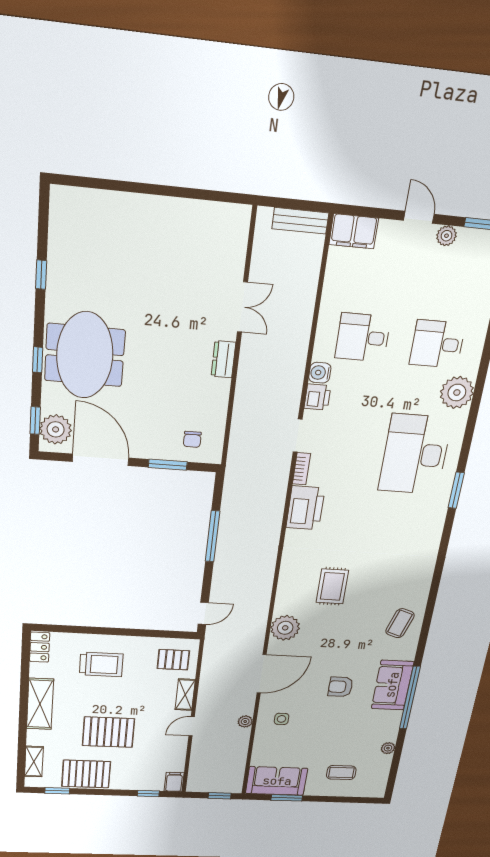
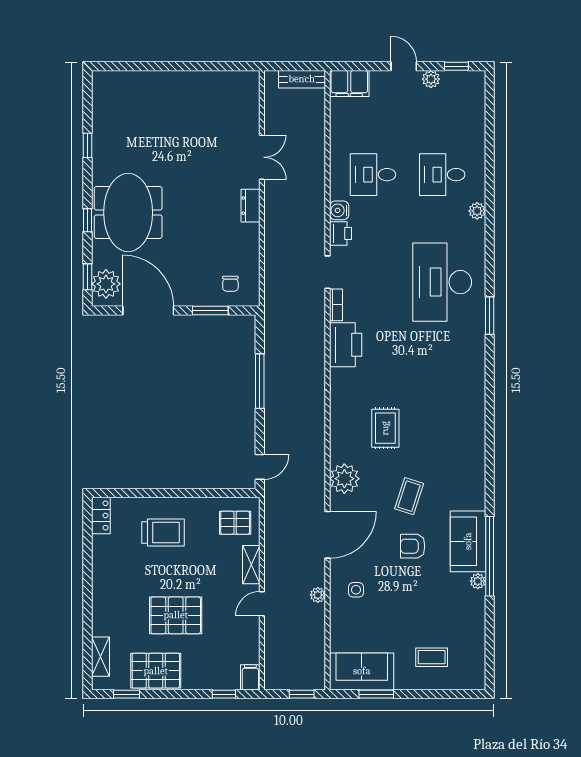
plant: (457, 393) -> (477, 211), width x0.53, depth x0.53
coffee table: (400, 623) -> (409, 496), moved
shelving: (40, 704) -> (104, 583), removed
plant: (388, 748) -> (478, 581), moved

